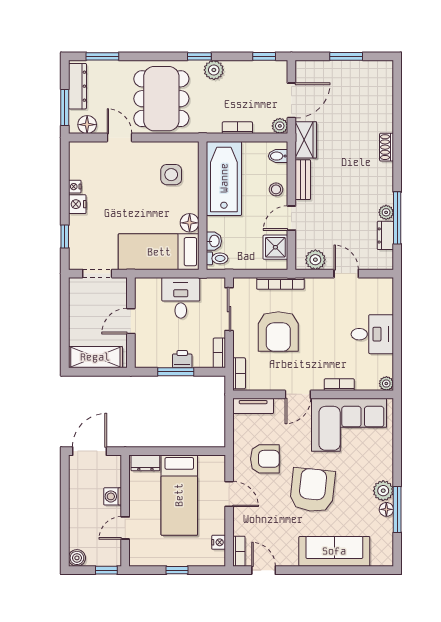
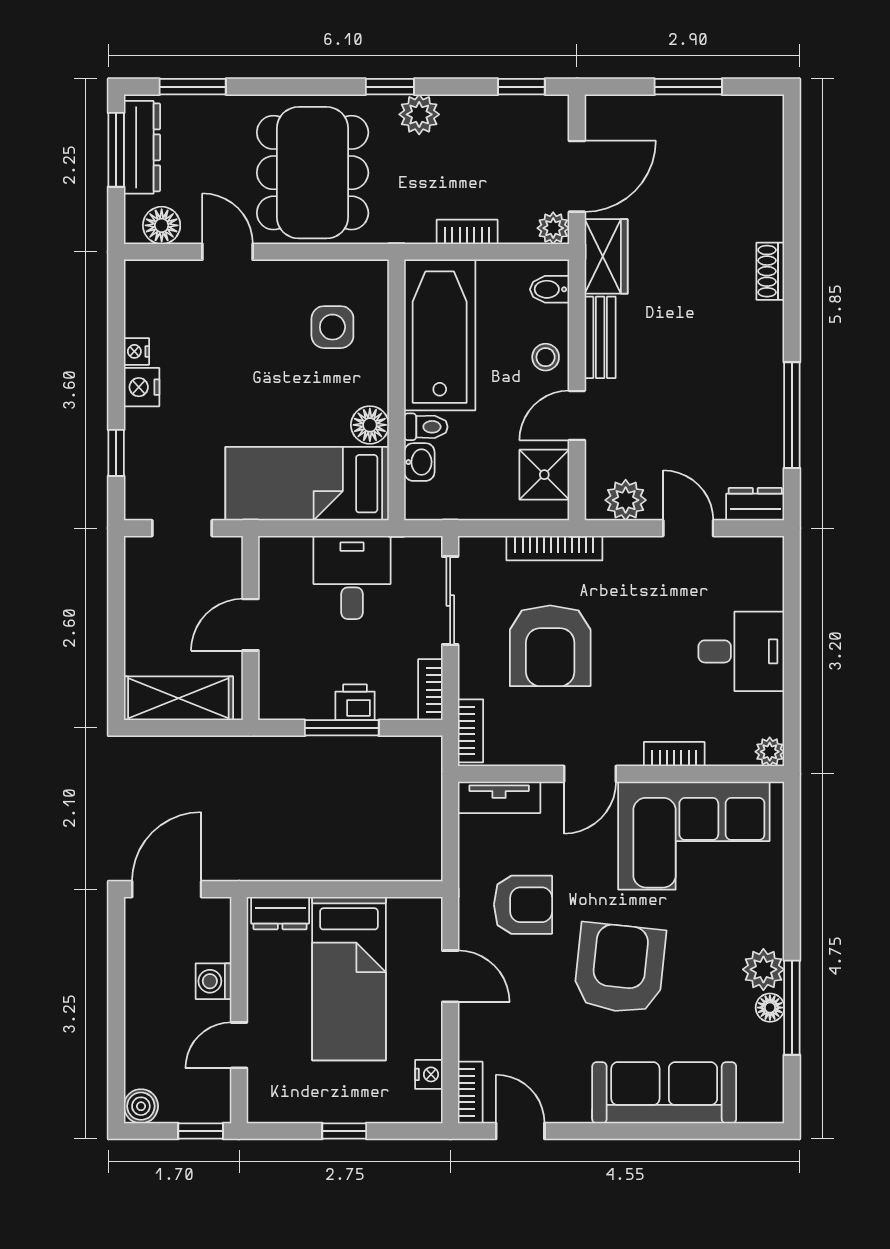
window: (65, 107) -> (116, 150), moved
plant: (386, 212) -> (769, 404), removed
dresser: (385, 235) -> (755, 504), moved, turned 90
toilet: (217, 258) -> (426, 427), moved

